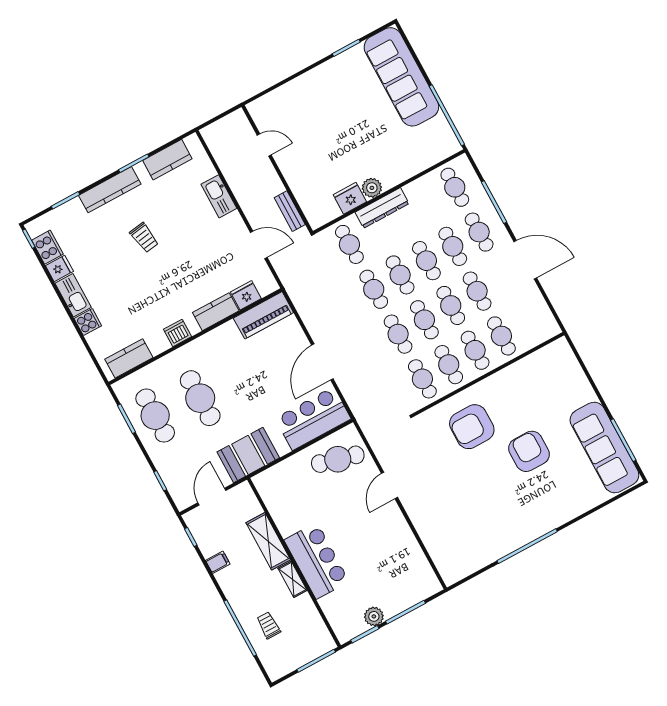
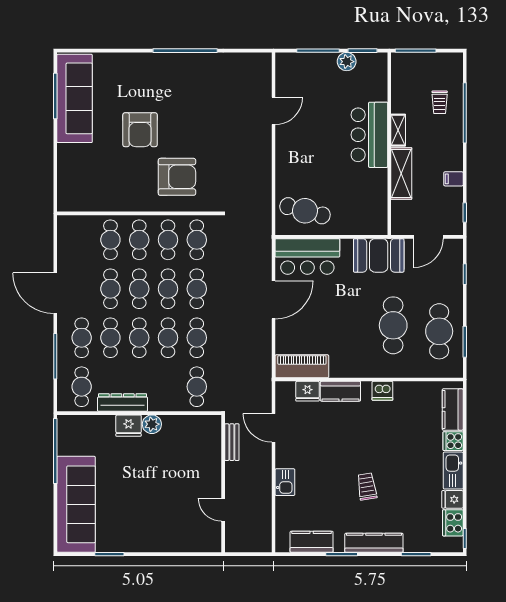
kitchen sink: (219, 196) -> (285, 482), width x0.73
fridge: (350, 198) -> (129, 426), moved
dresser: (382, 208) -> (123, 403), moved
kitchen counter: (129, 358) -> (453, 409), moved, turned 90
door: (389, 485) -> (273, 111), moved

